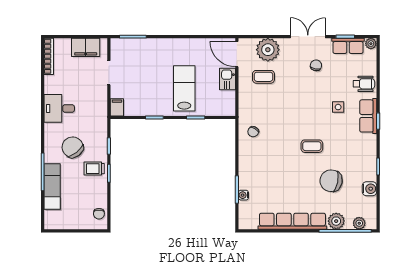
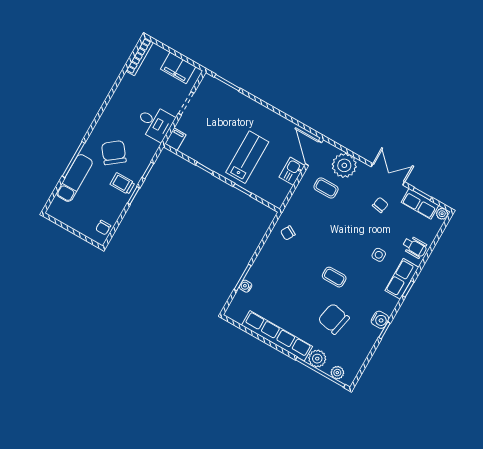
desk: (59, 108) -> (155, 123), moved, turned 180
water cooler: (370, 189) -> (380, 320), moved

